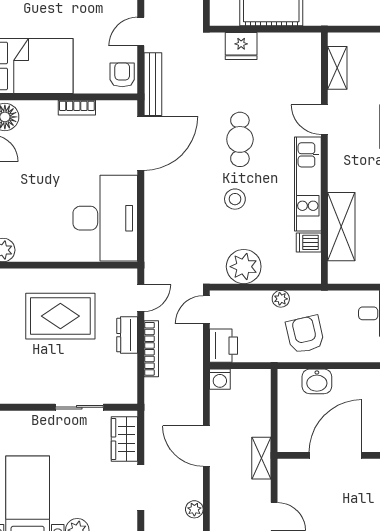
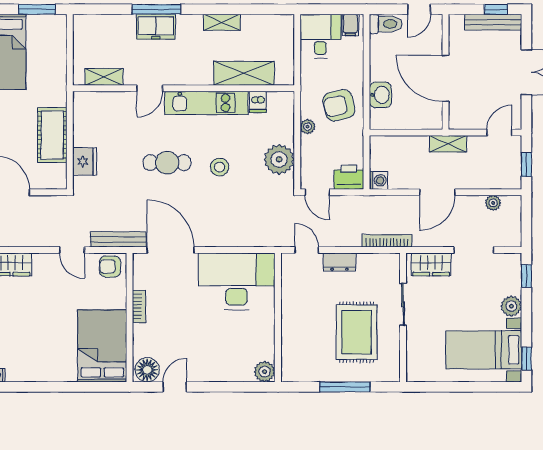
rug: (60, 316) -> (357, 332), moved
bookcase: (151, 349) -> (387, 241), moved

